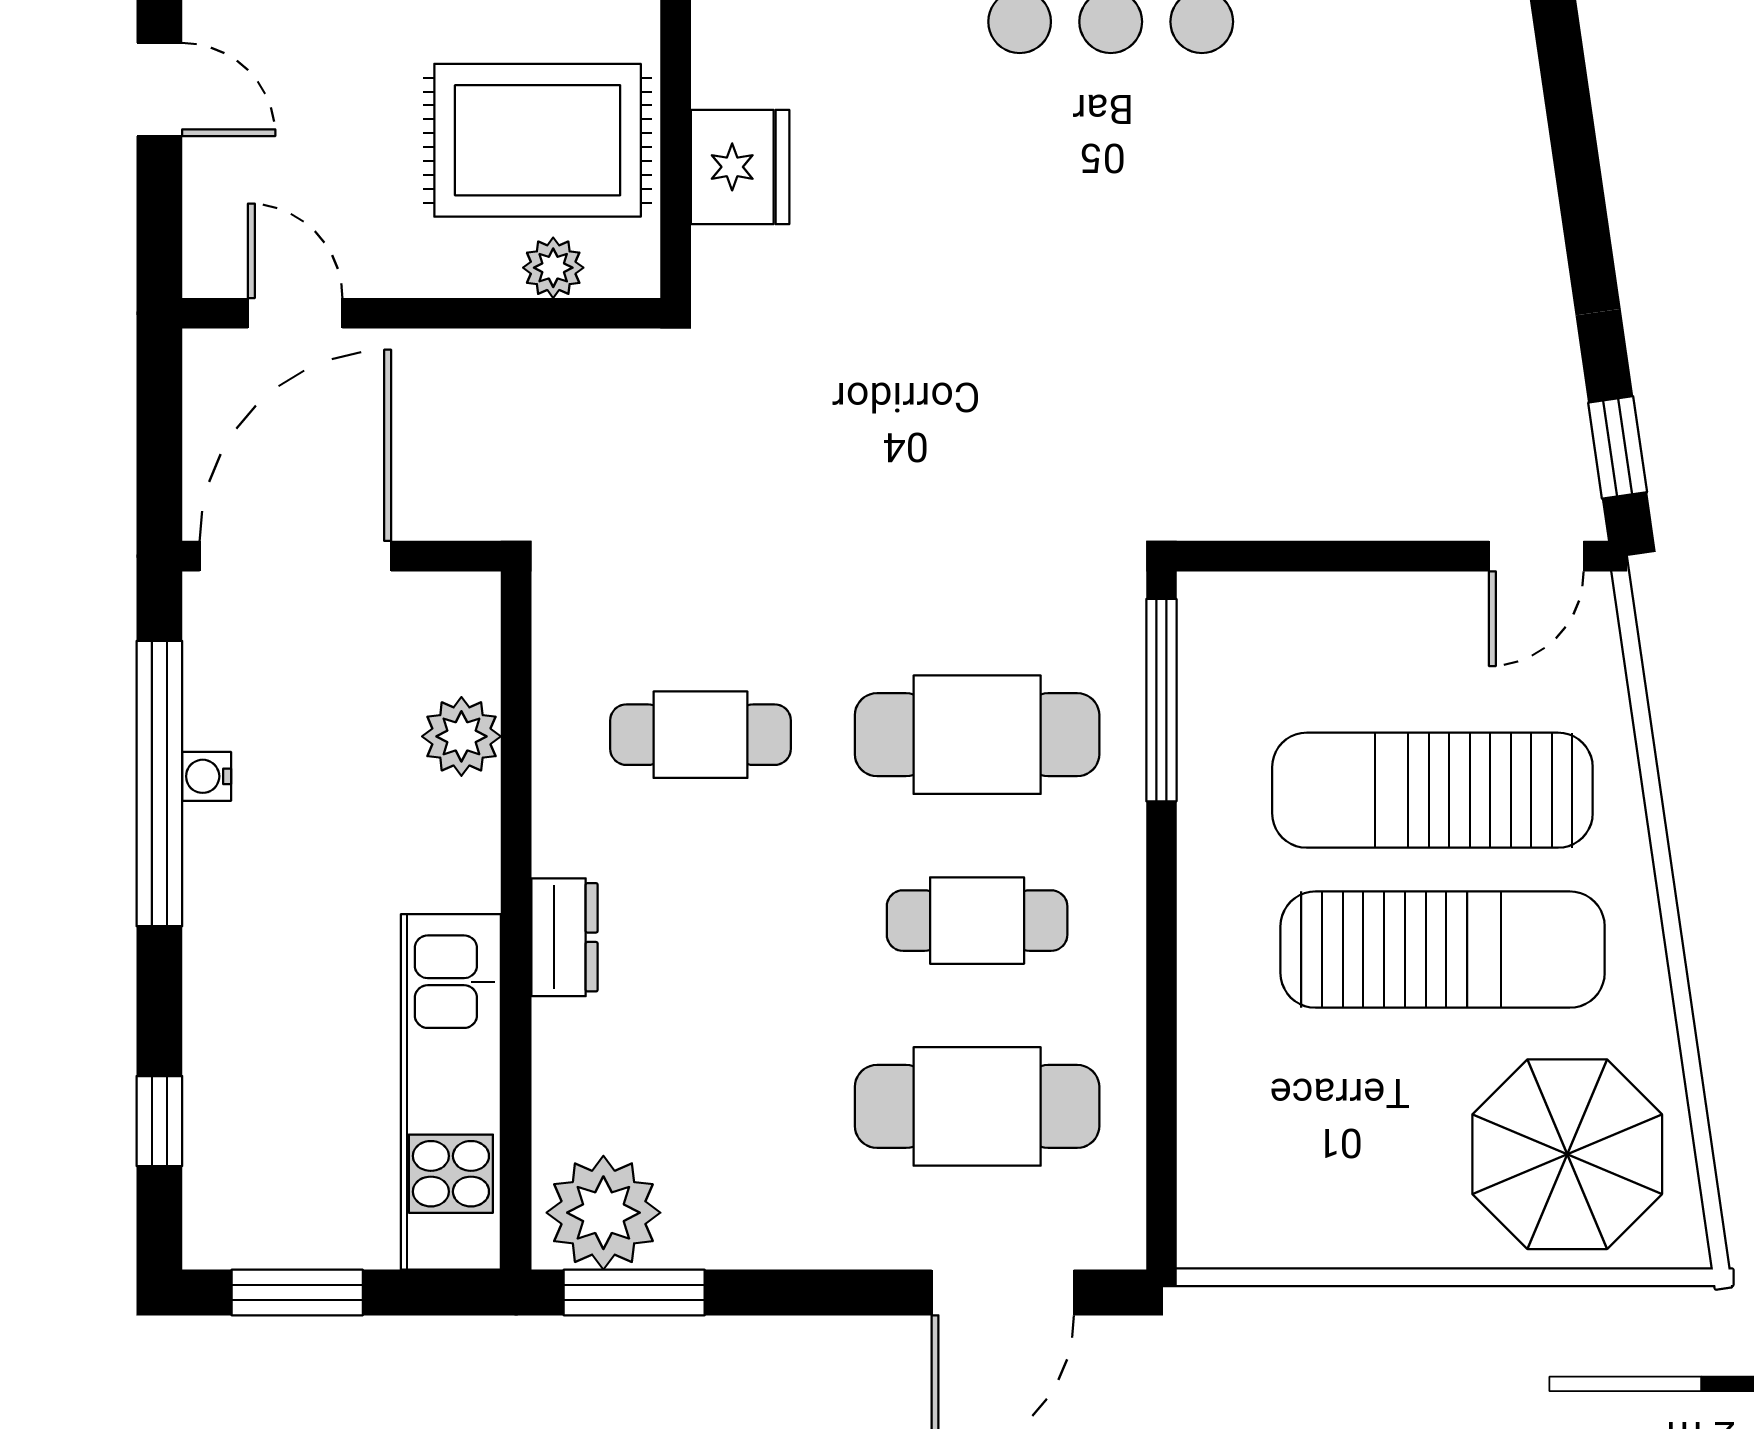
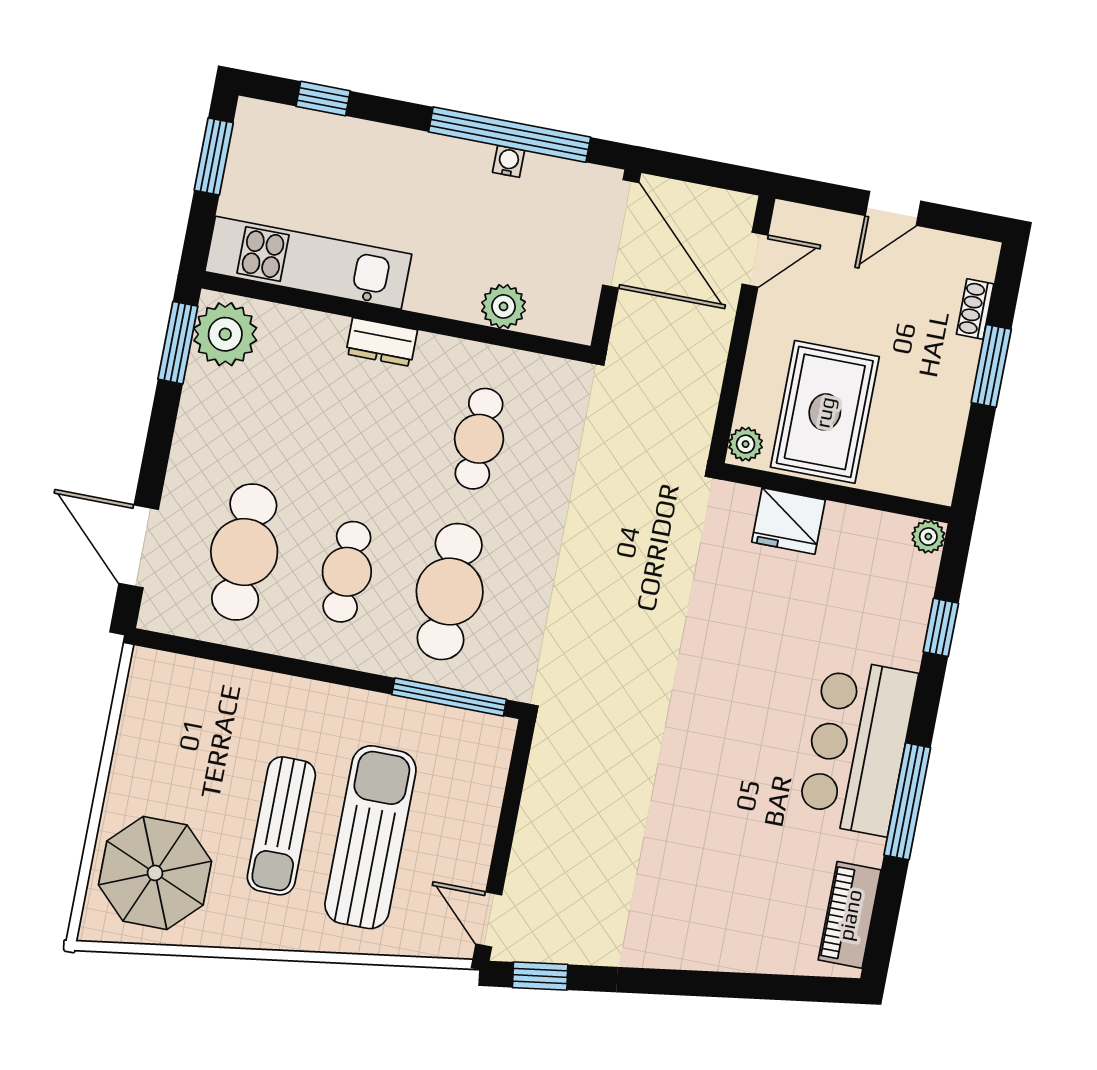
plant: (553, 268) -> (746, 444), moved
sun lounger: (1443, 950) -> (281, 826), width x0.73, depth x0.75

